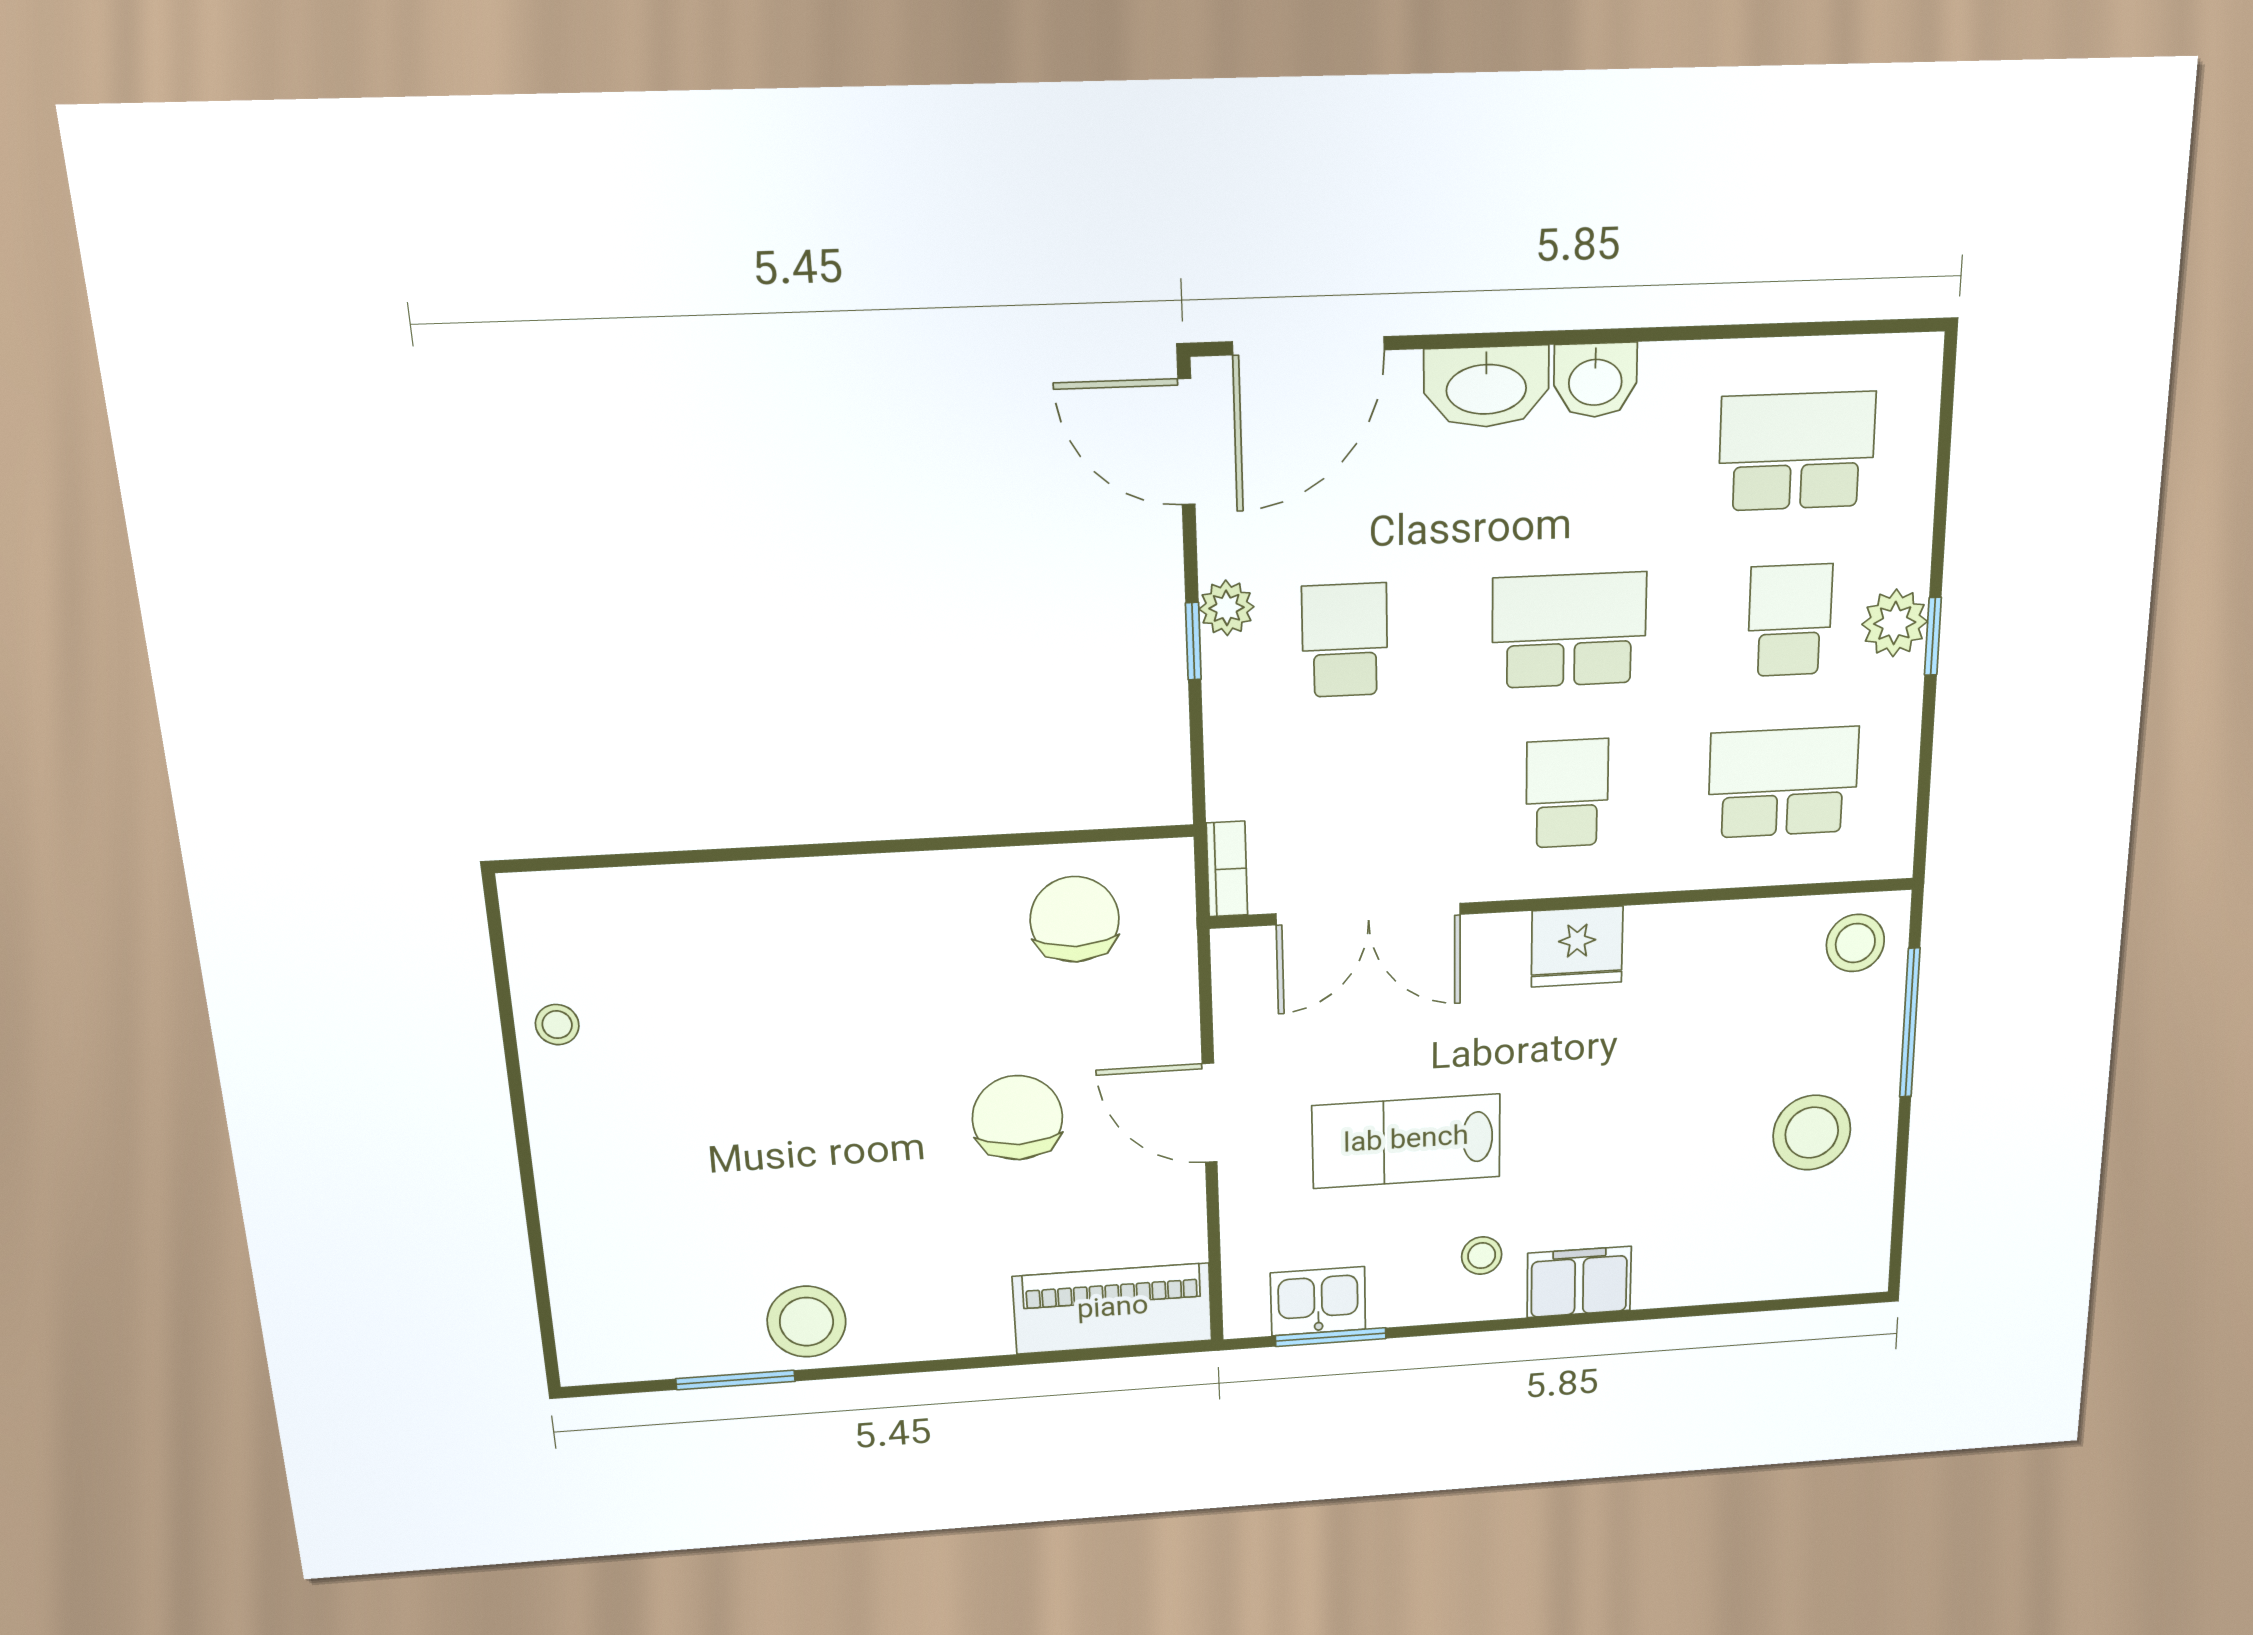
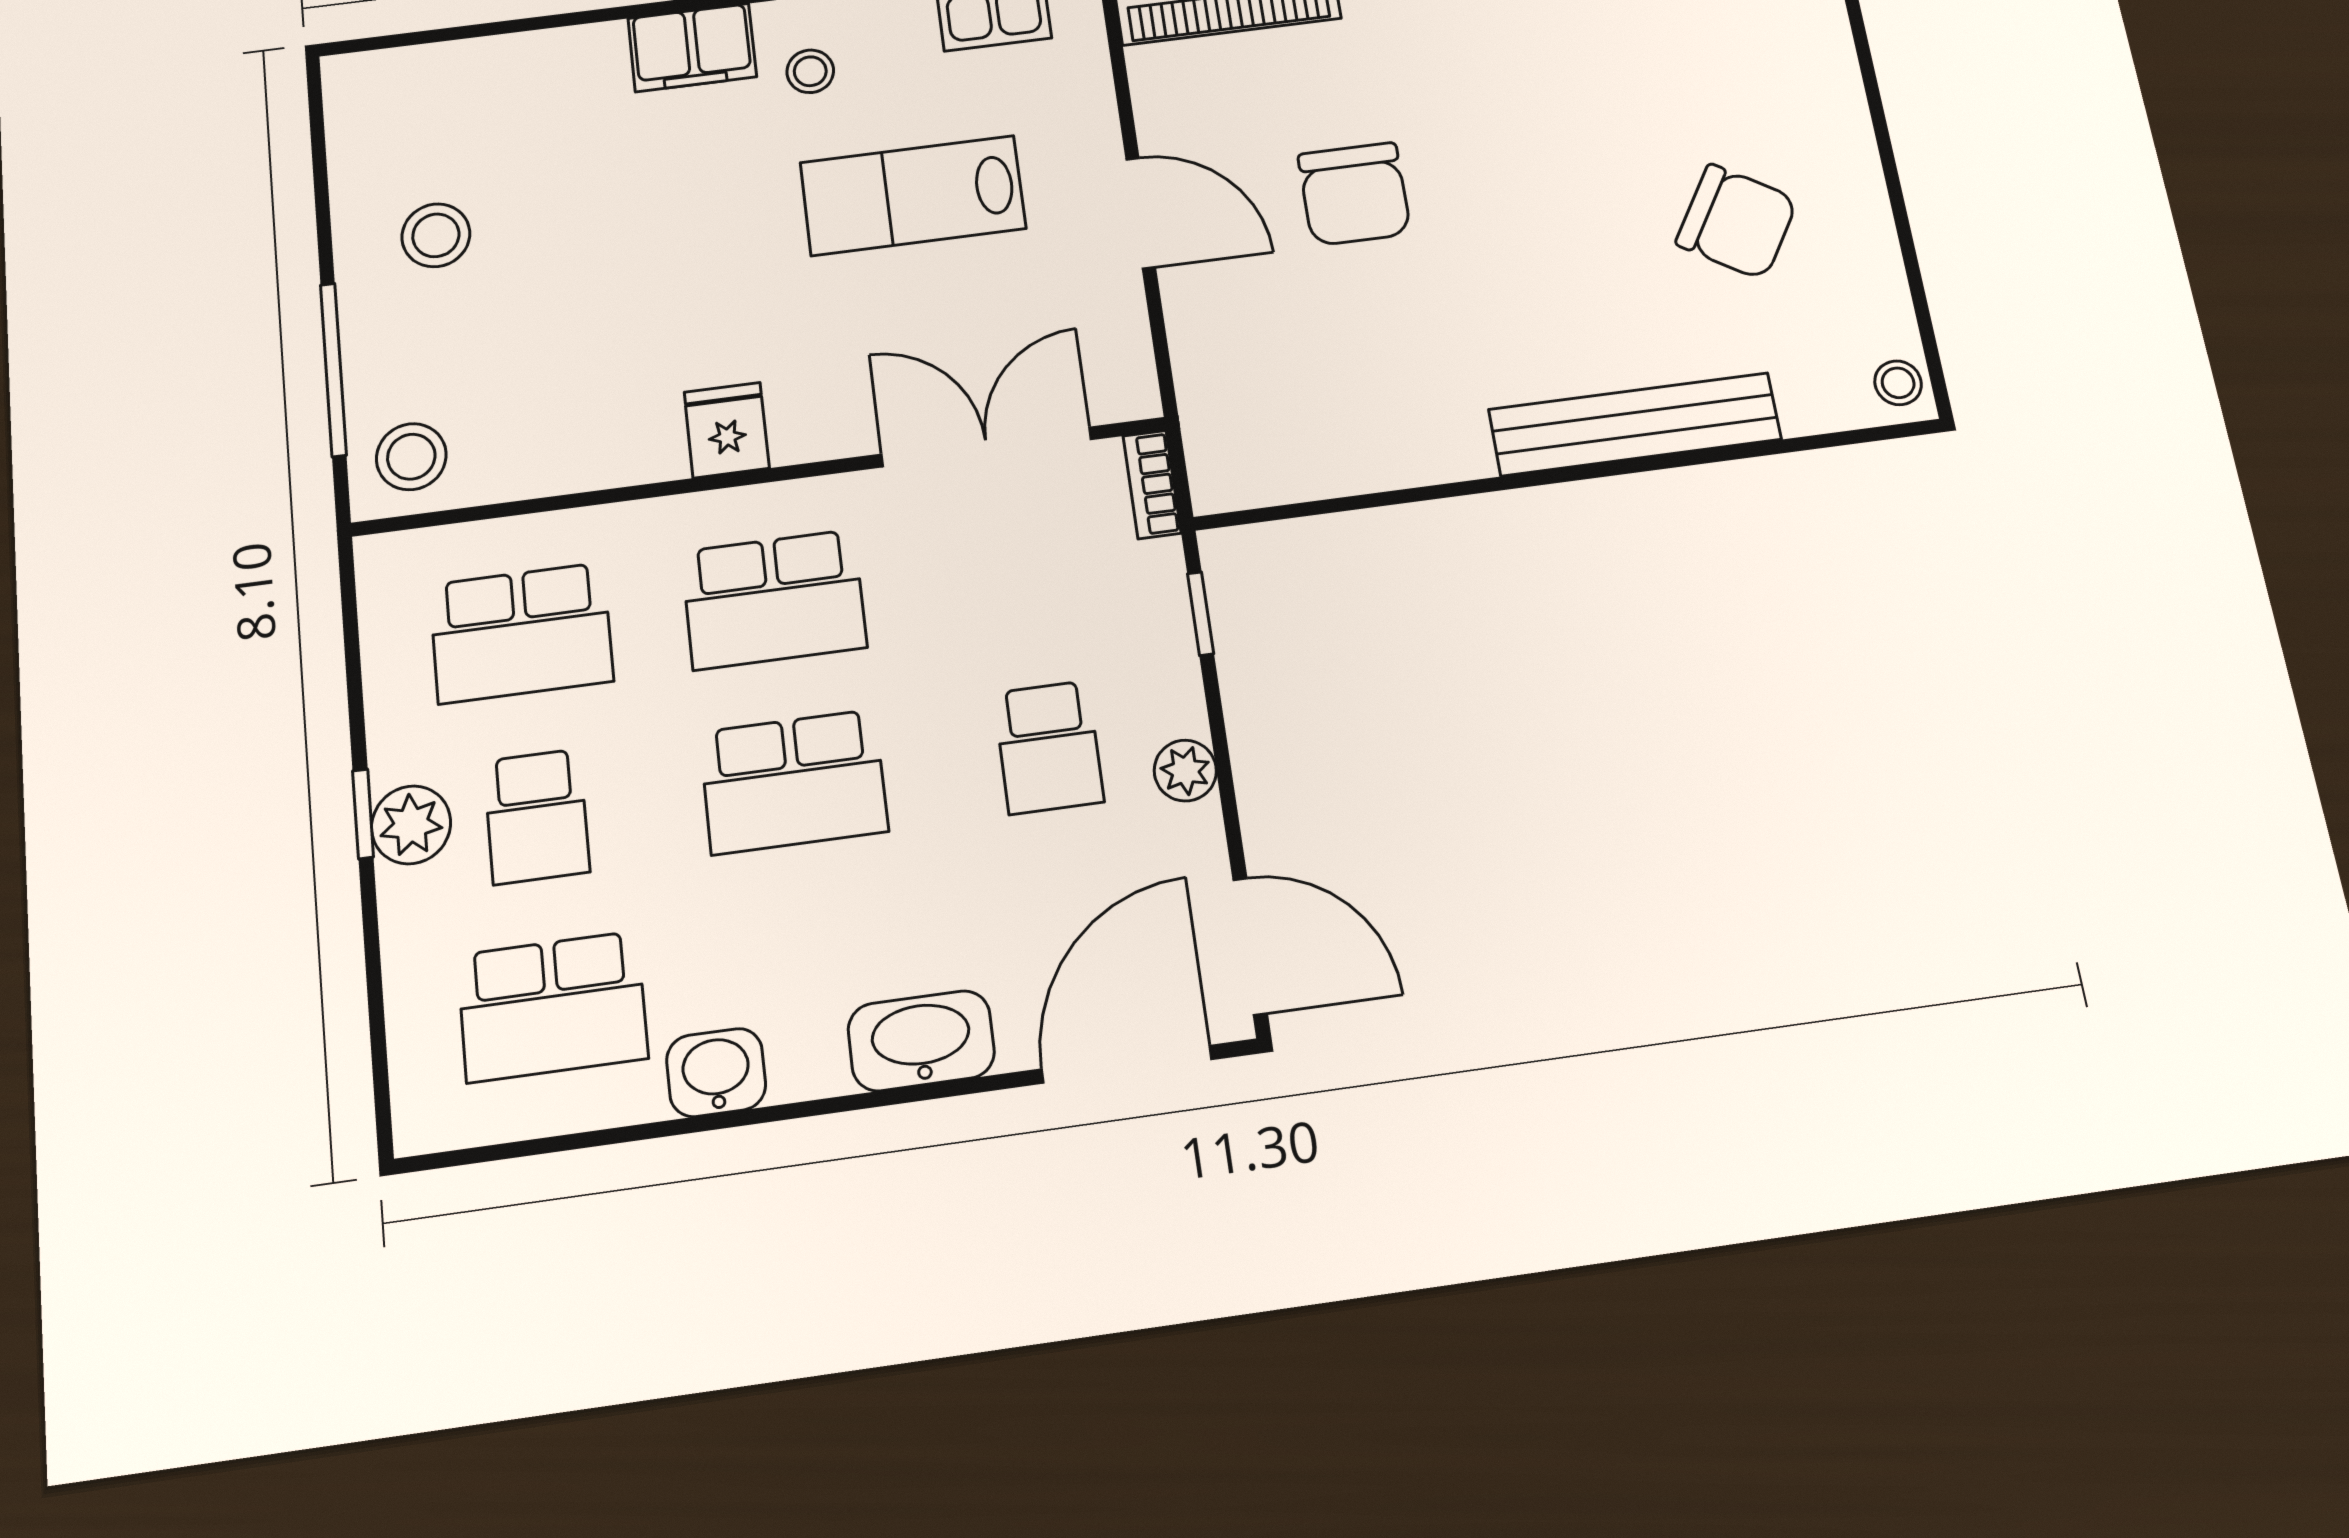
washbasin: (1595, 380) -> (716, 1073), moved
window: (1193, 641) -> (1200, 614), moved
school desk: (1567, 793) -> (774, 599), width x1.85
bench: (783, 890) -> (1635, 424), added
chair: (1075, 919) -> (1737, 222), moved, turned -58
fridge: (1577, 947) -> (727, 430), width x0.72
stool: (557, 1025) -> (1898, 383), moved
stool: (1812, 1133) -> (436, 235), width x0.73, depth x0.73
lab bench: (1406, 1141) -> (913, 195), turned 180

